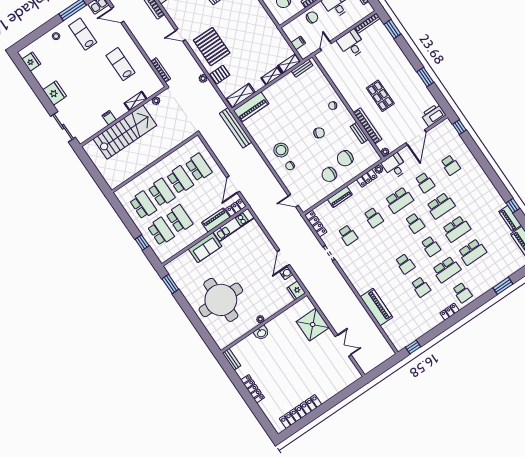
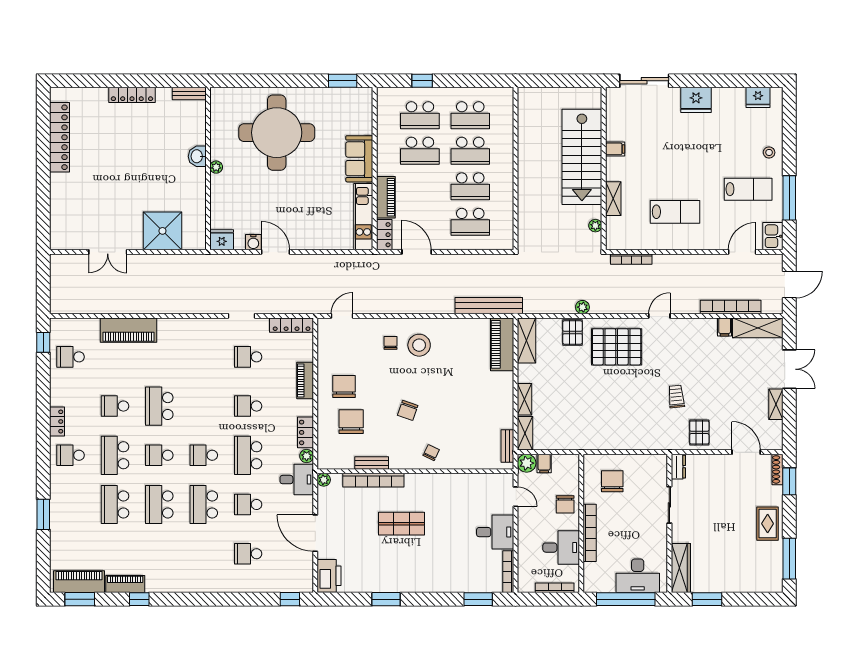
plant: (304, 52) -> (527, 463), added
school desk: (405, 264) -> (159, 406), width x1.85
school desk: (411, 328) -> (71, 357), added

